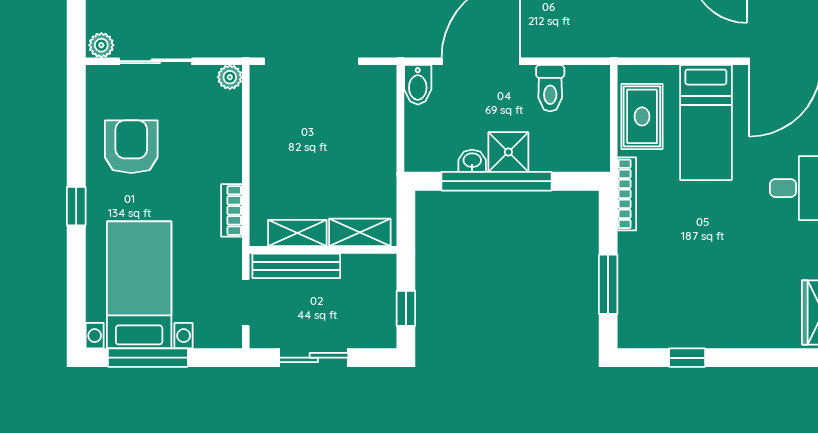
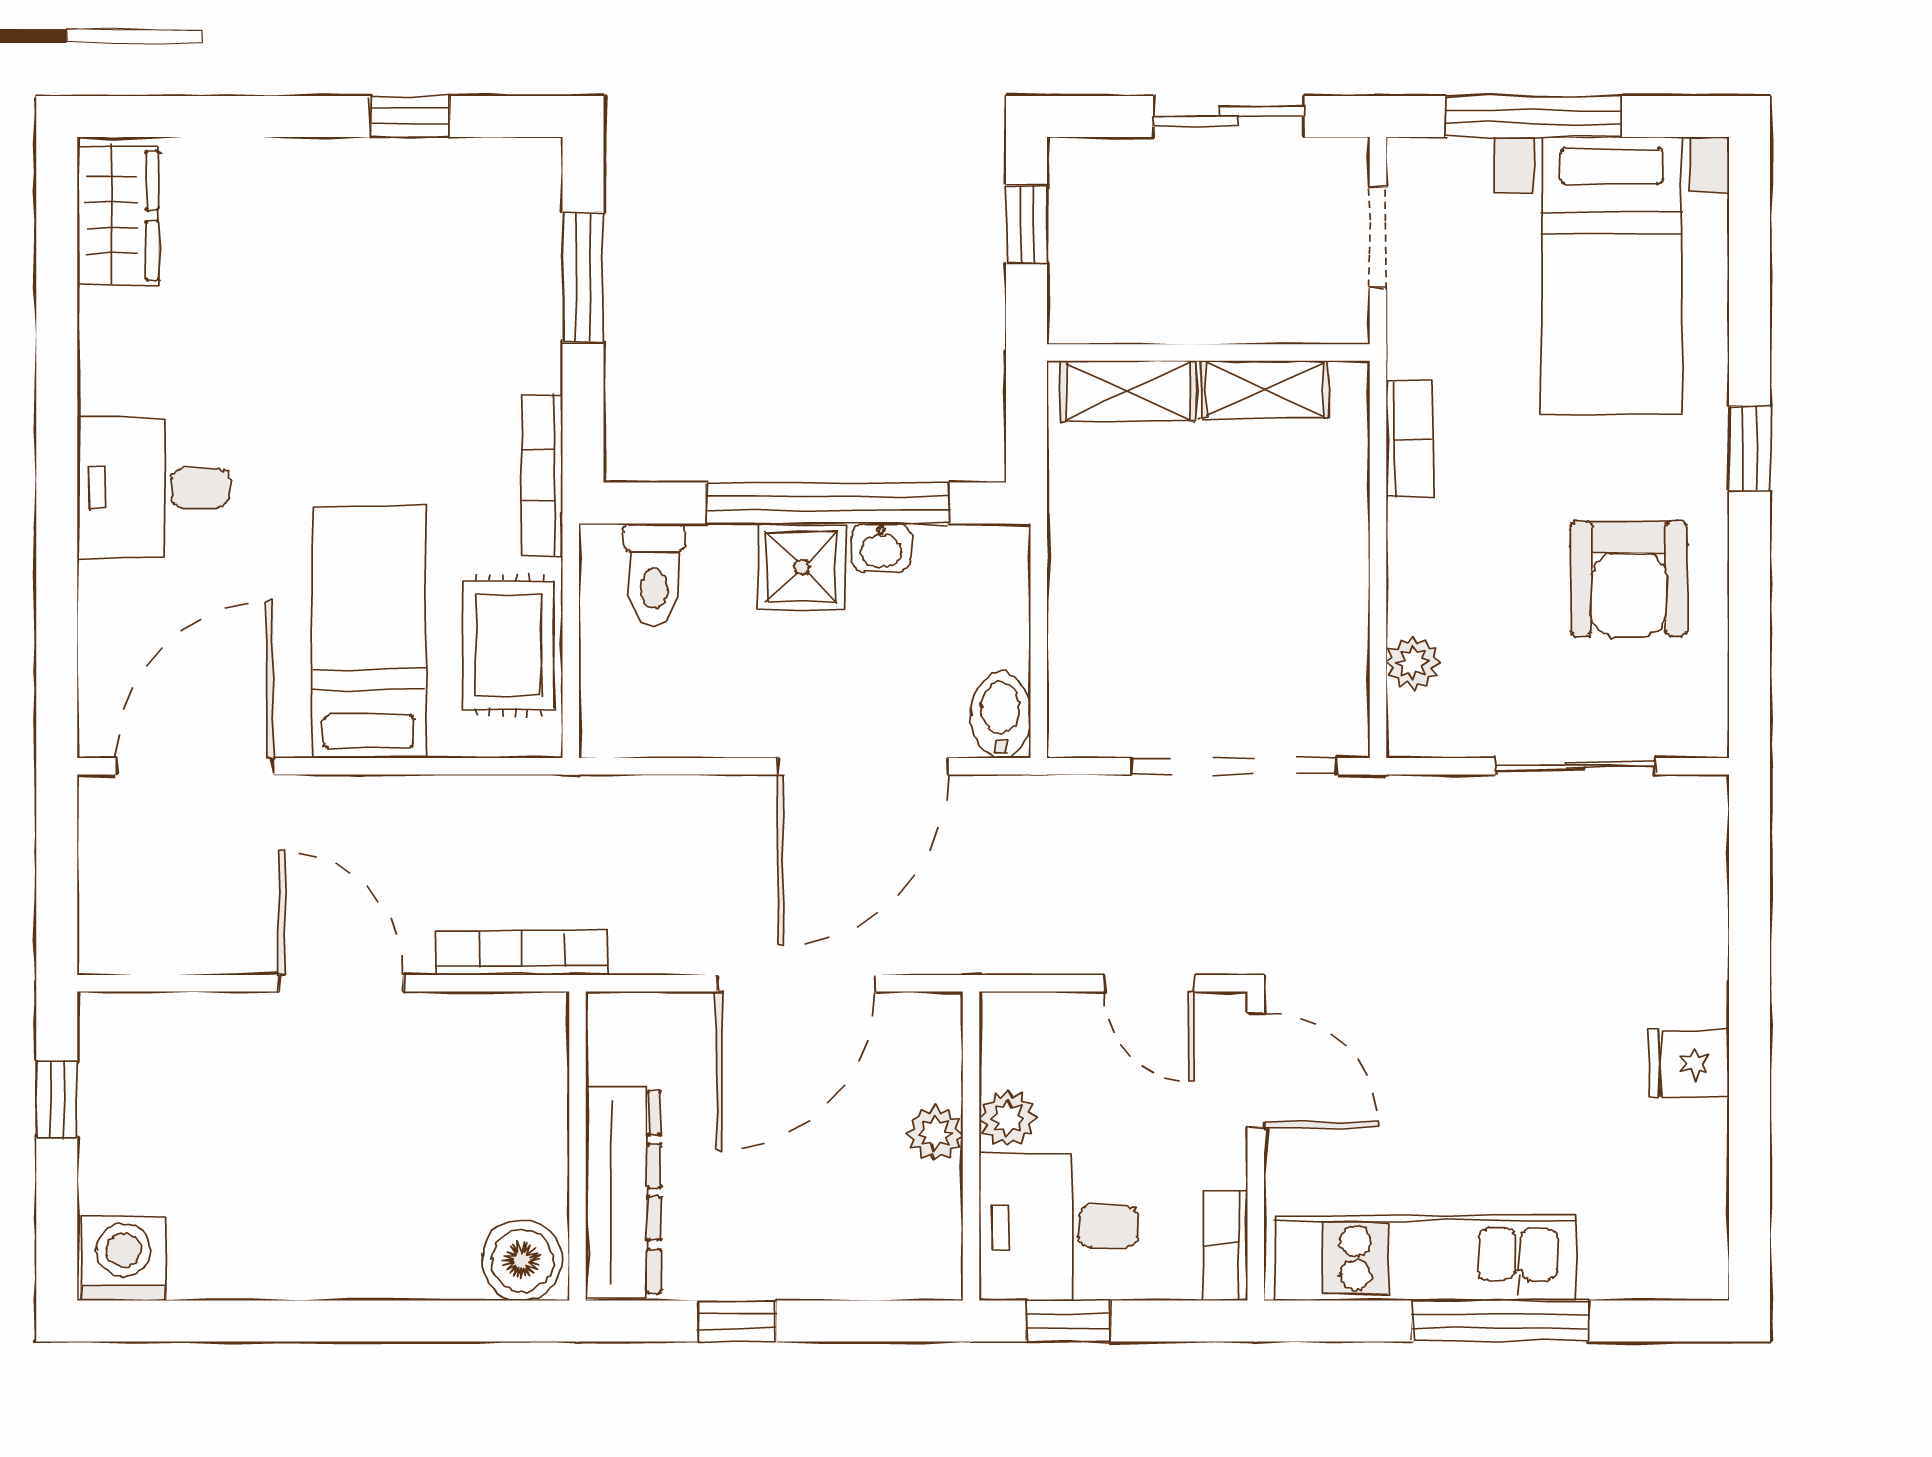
plant: (101, 45) -> (1695, 801), removed
plant: (230, 77) -> (1413, 662), moved
toilet: (550, 88) -> (654, 574), moved, turned 180
bench: (296, 266) -> (1267, 317), removed
window: (148, 358) -> (1533, 116), moved

